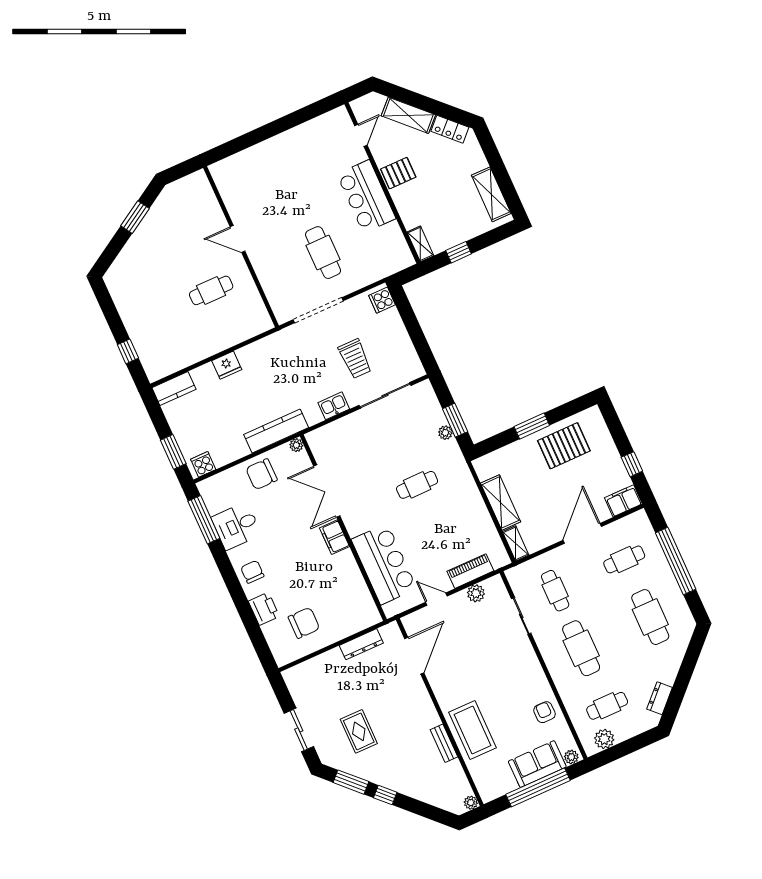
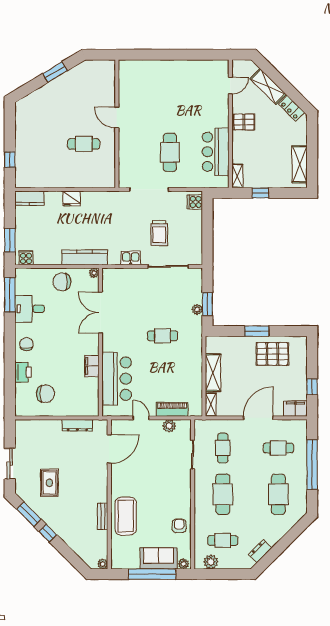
bar counter: (366, 196) -> (216, 152), moved
filing cabinet: (335, 537) -> (92, 366), moved

